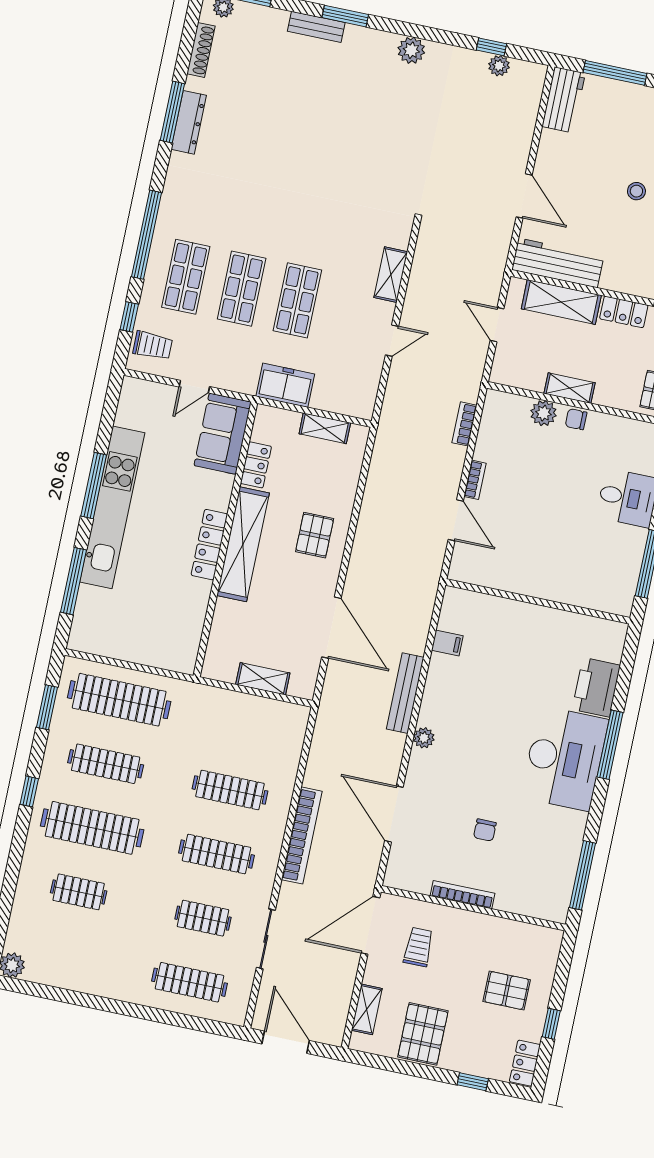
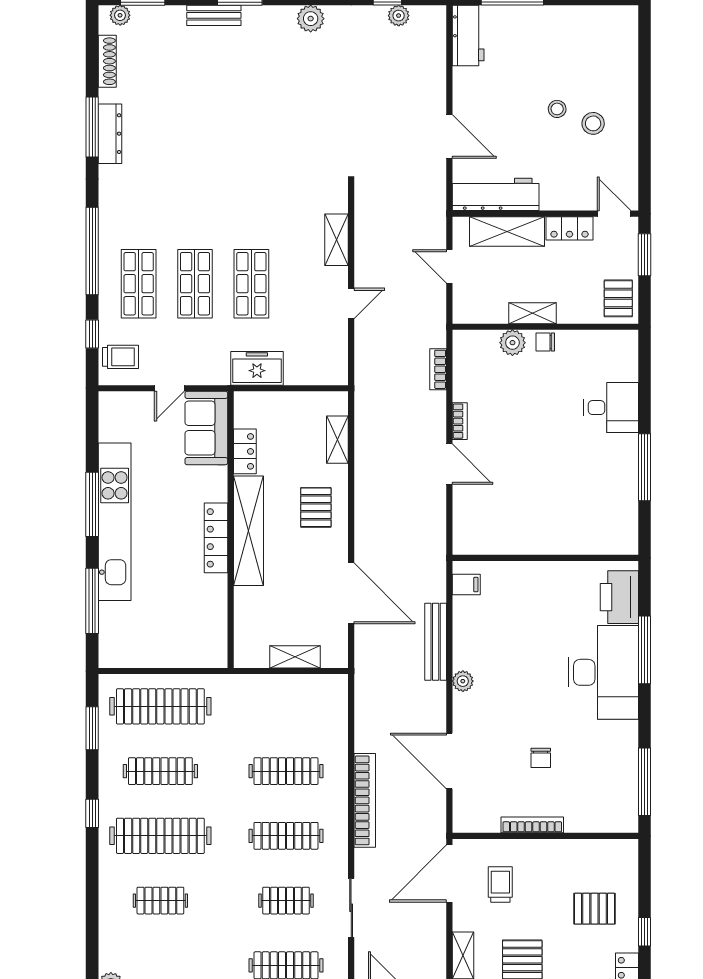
shelving: (325, 428) -> (337, 440), moved, turned 90
wall: (538, 601) -> (545, 558), moved

